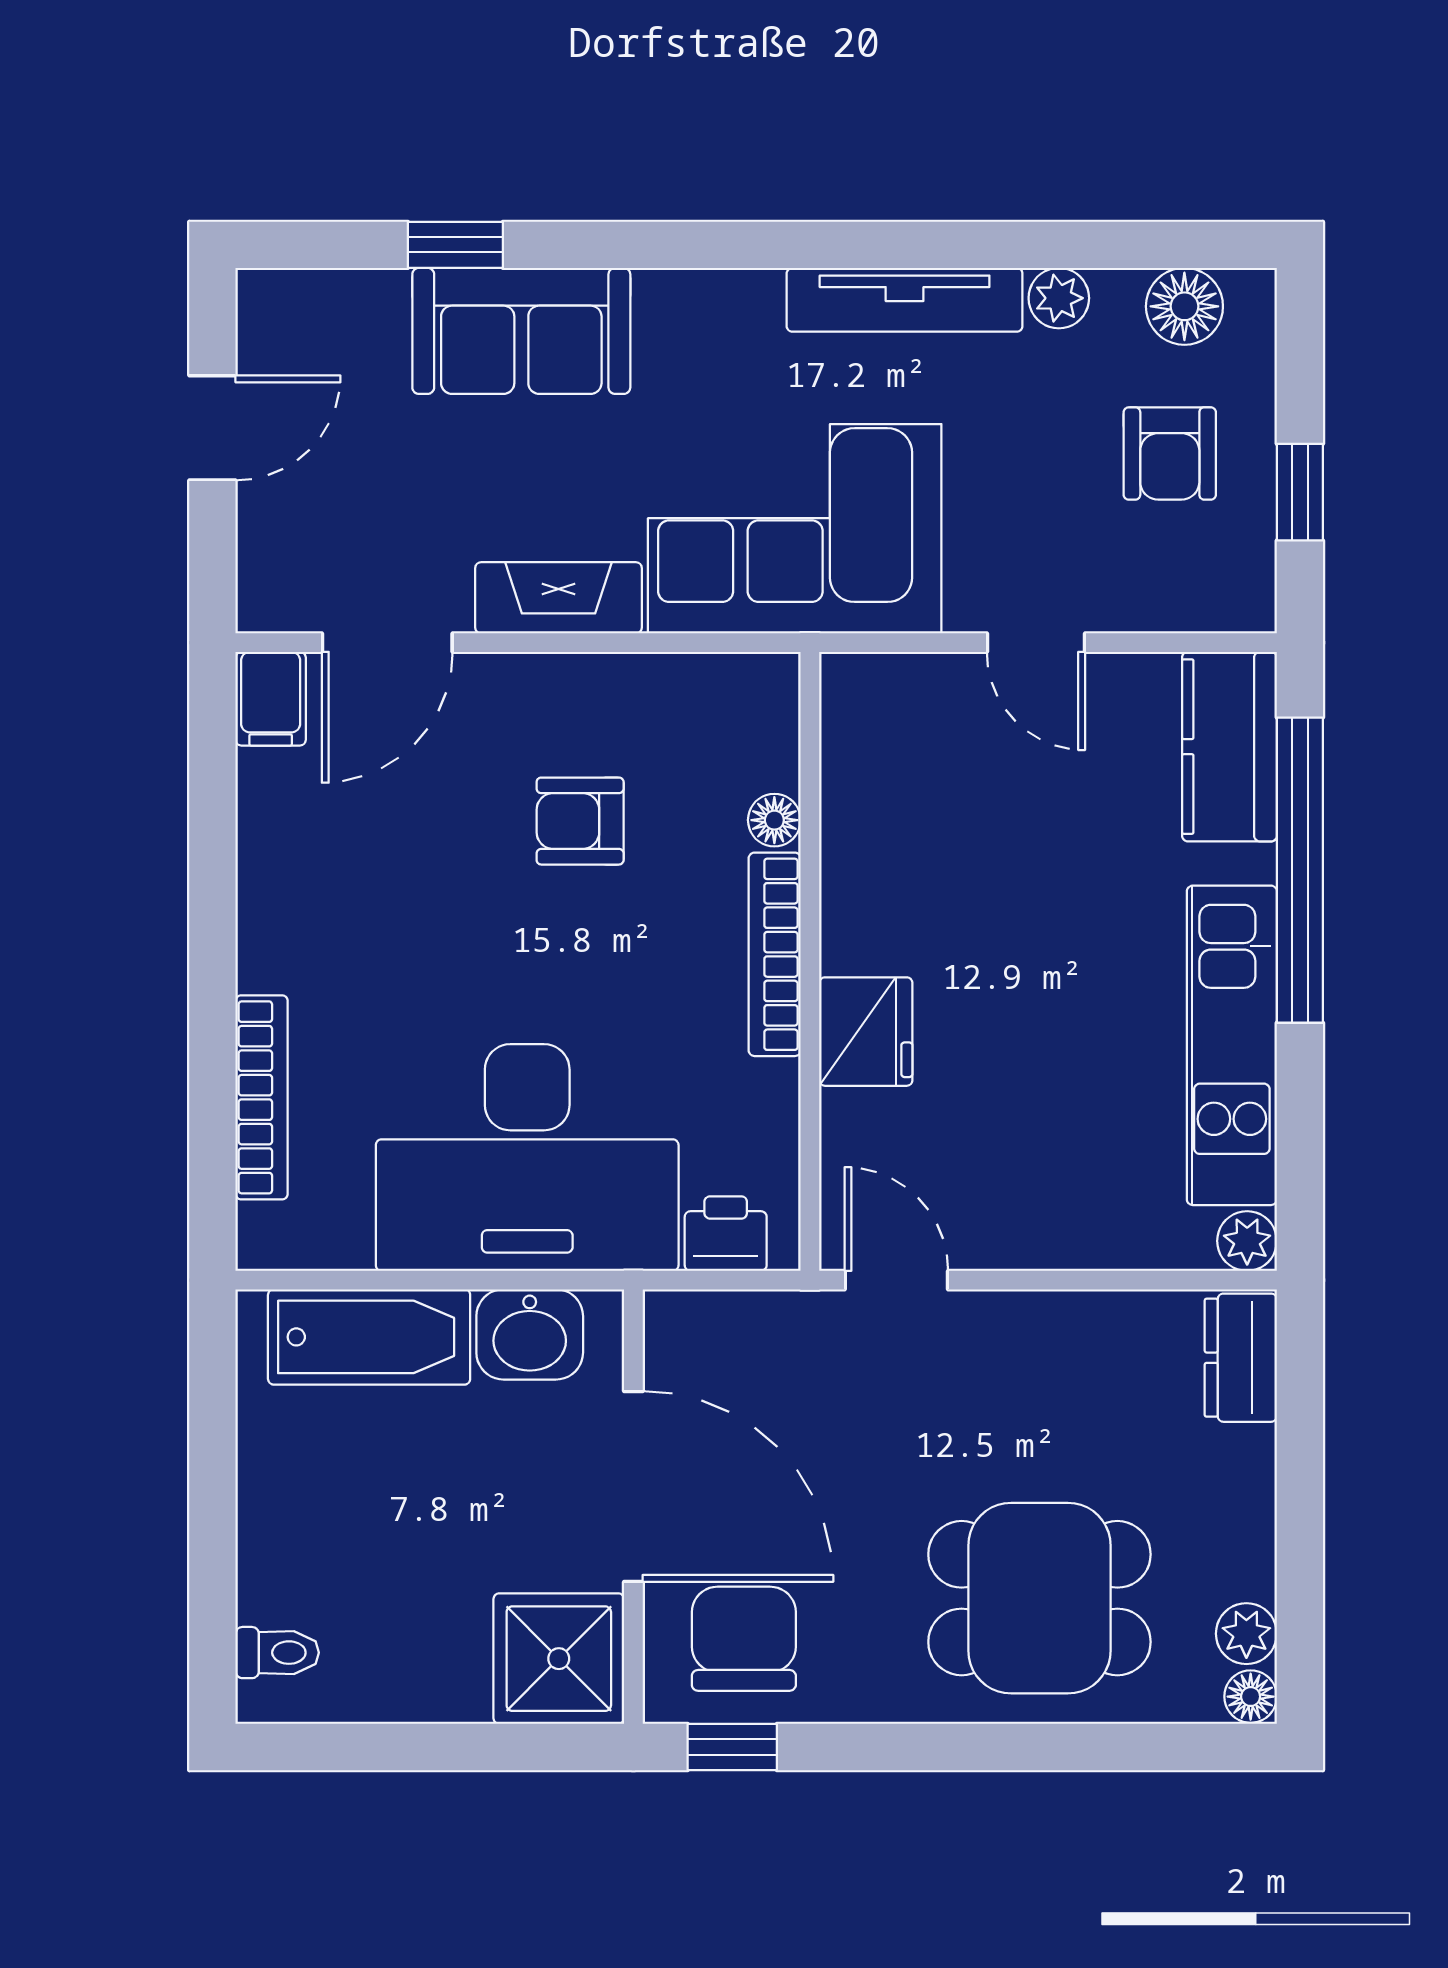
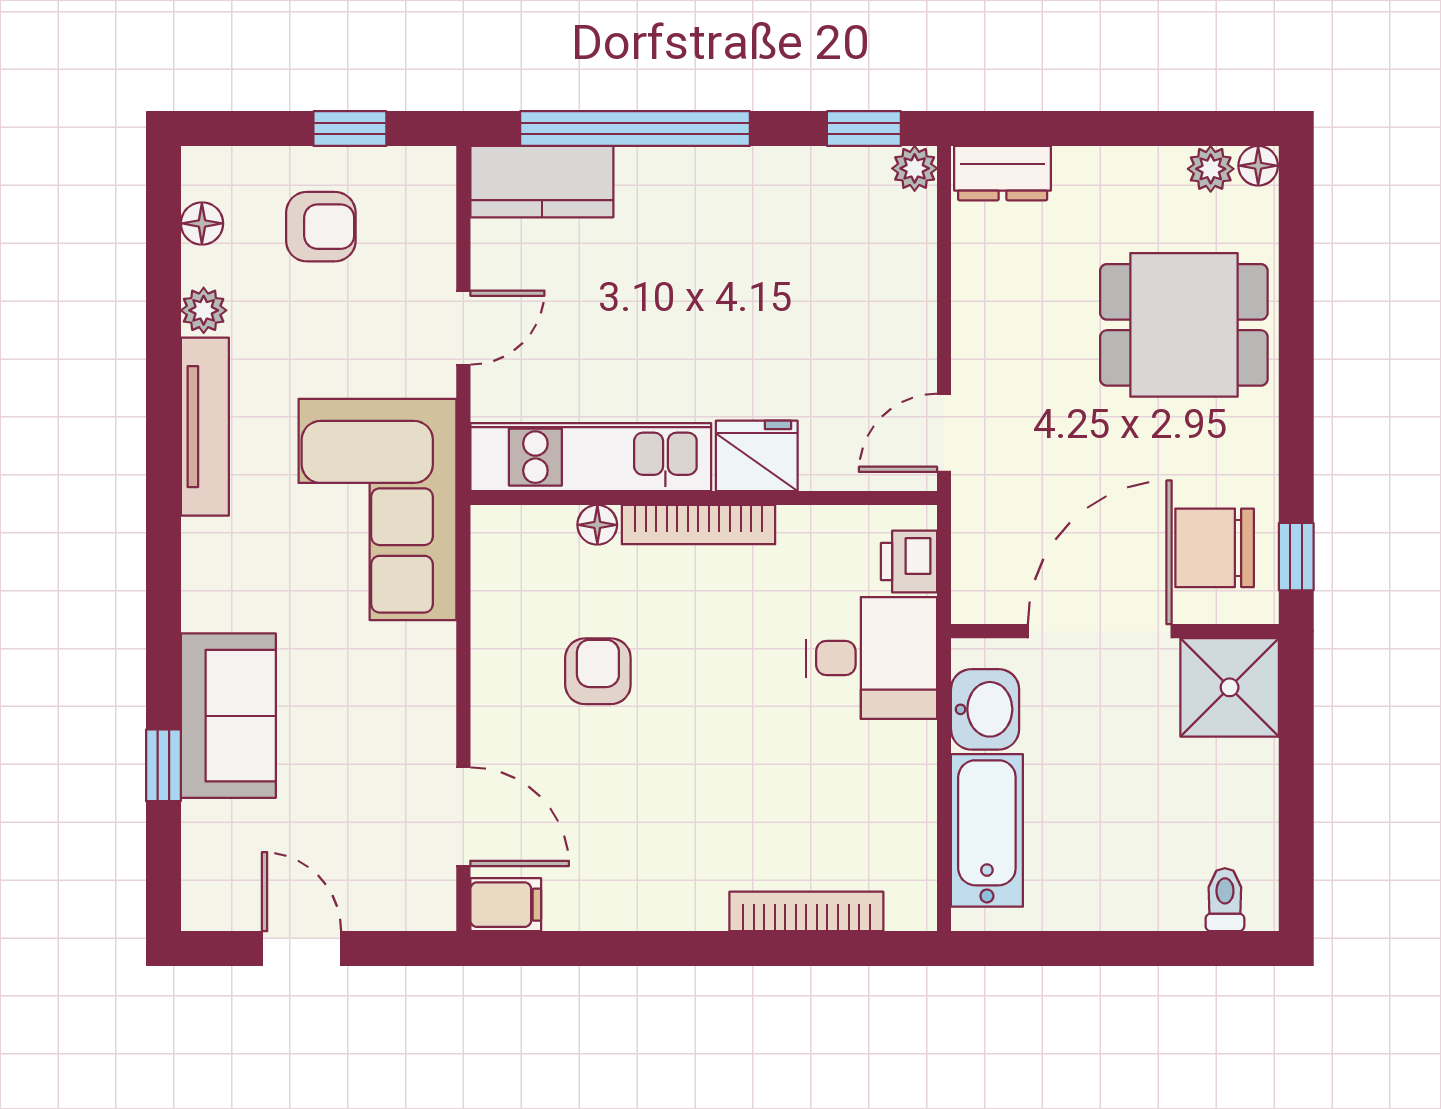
floor lamp: (1184, 306) -> (202, 223), width x0.73, depth x0.73
fireplace: (559, 598) -> (430, 688), removed
armchair: (580, 821) -> (598, 671), turned 180
kitchen unit: (1232, 1045) -> (591, 457), moved, turned 180
desk: (527, 1157) -> (871, 658), width x0.53, depth x0.77
window: (1300, 1174) -> (864, 129), added
dining table: (1039, 1598) -> (1184, 325), turned 90

